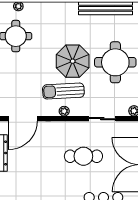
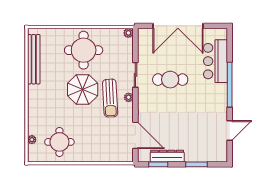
sliding door: (102, 119) -> (135, 75), moved
cafe table: (83, 156) -> (170, 80), turned 90

